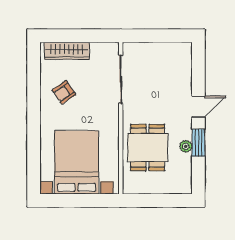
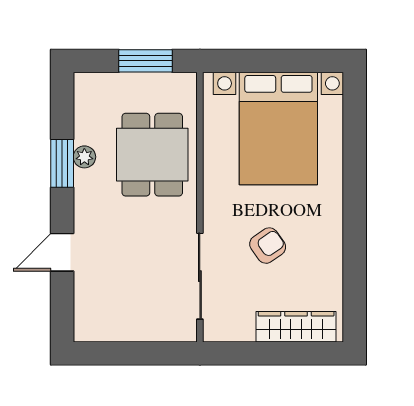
armchair: (64, 92) -> (268, 246), moved
door: (198, 107) -> (62, 252), moved
window: (151, 200) -> (146, 61), added

